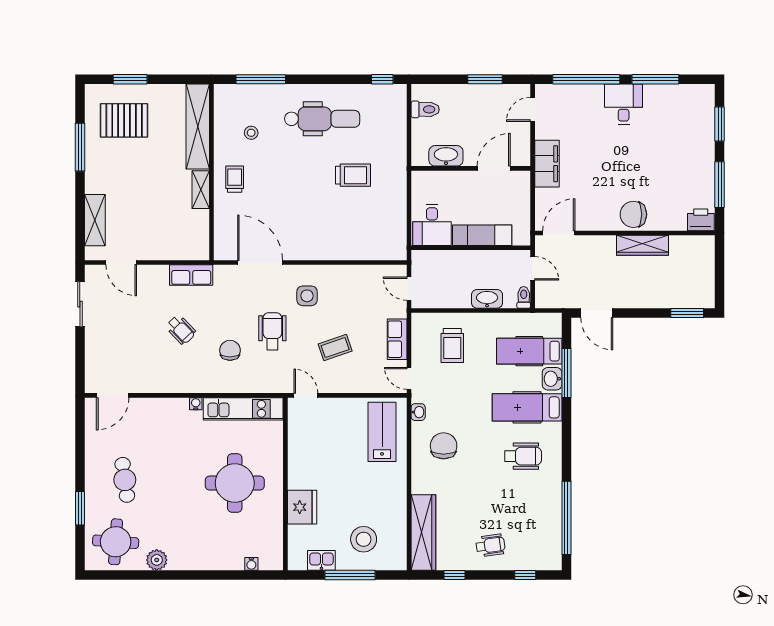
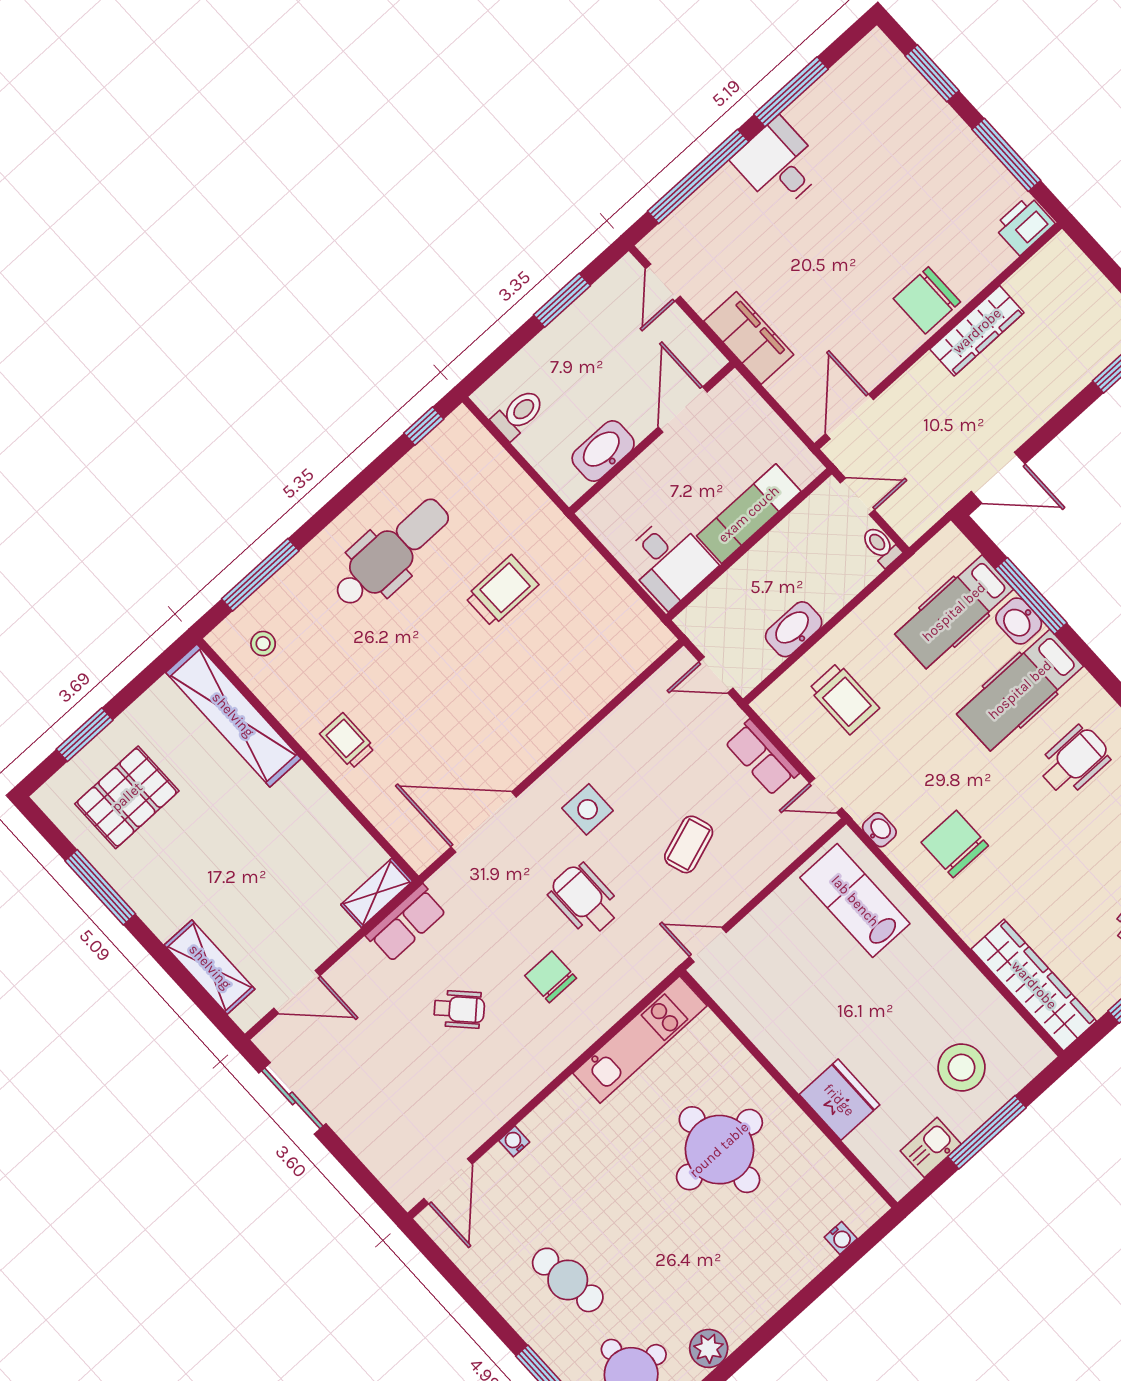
stool: (251, 133) -> (263, 644), moved
shelving: (201, 190) -> (377, 893), moved, turned 90
washbasin: (487, 299) -> (794, 629), moved
water cooler: (196, 404) -> (514, 1141), moved

